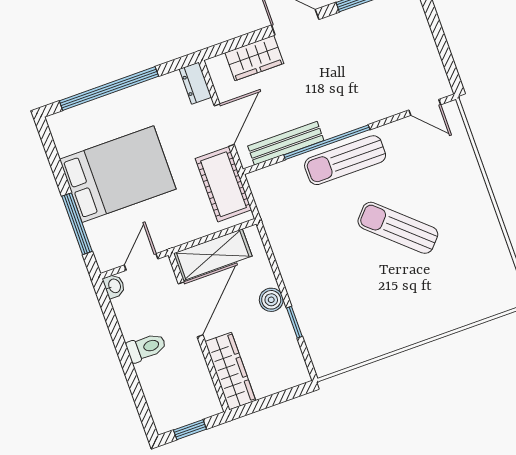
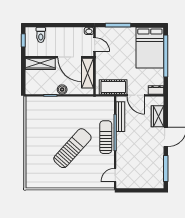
bed: (118, 174) -> (150, 48), moved
sun lounger: (398, 228) -> (72, 148), width x1.36, depth x1.34
toilet: (146, 347) -> (41, 35), moved

